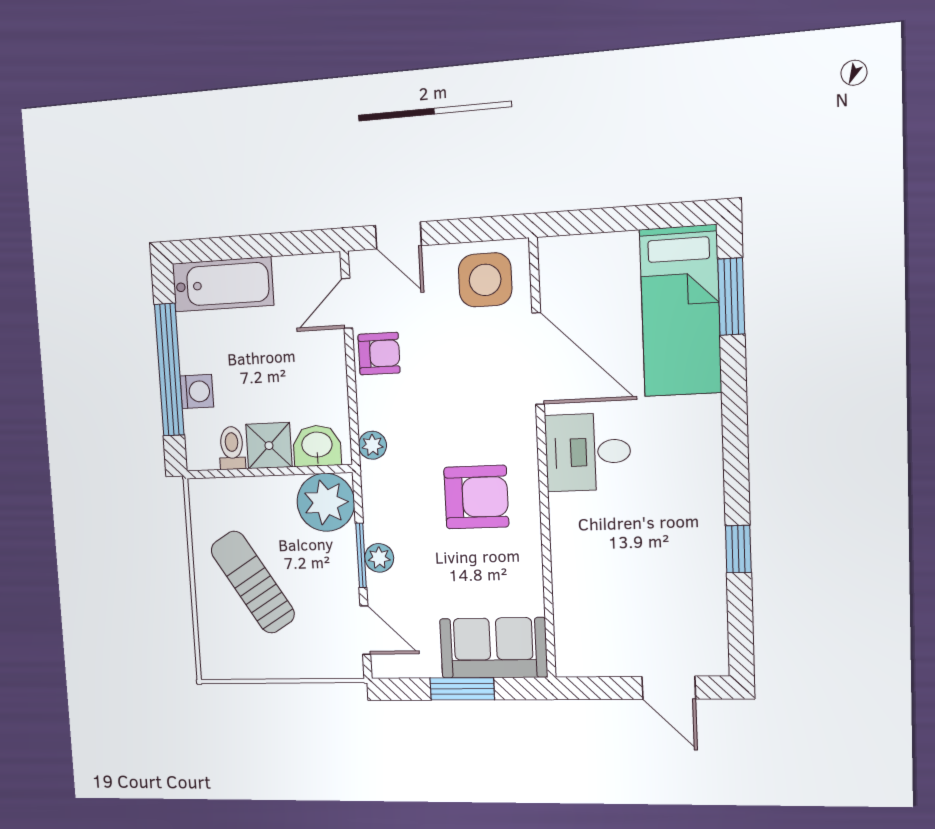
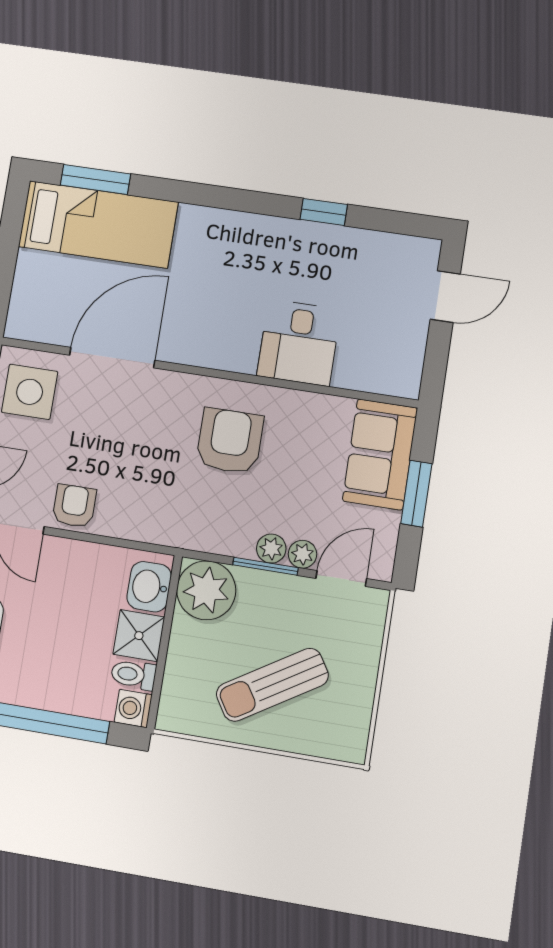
washing machine: (197, 391) -> (133, 708), moved, turned -90
plant: (372, 445) -> (302, 554), moved
desk: (588, 452) -> (299, 343), moved

